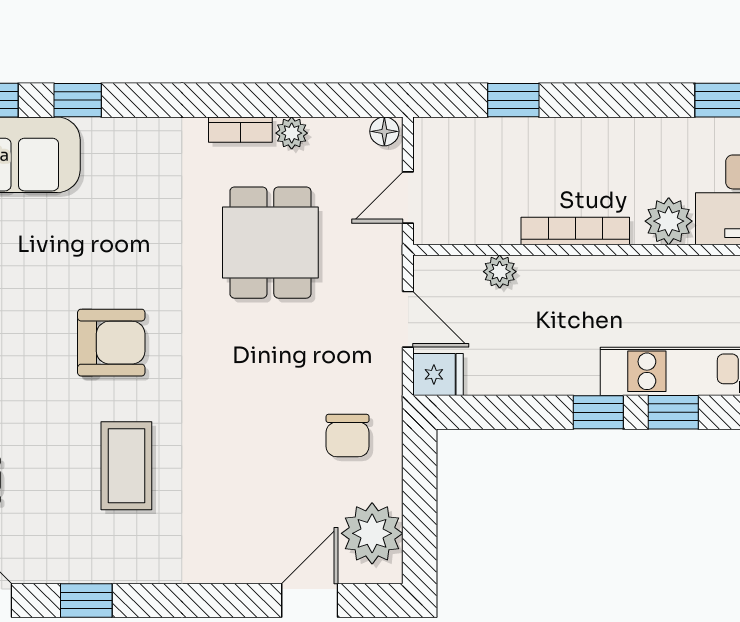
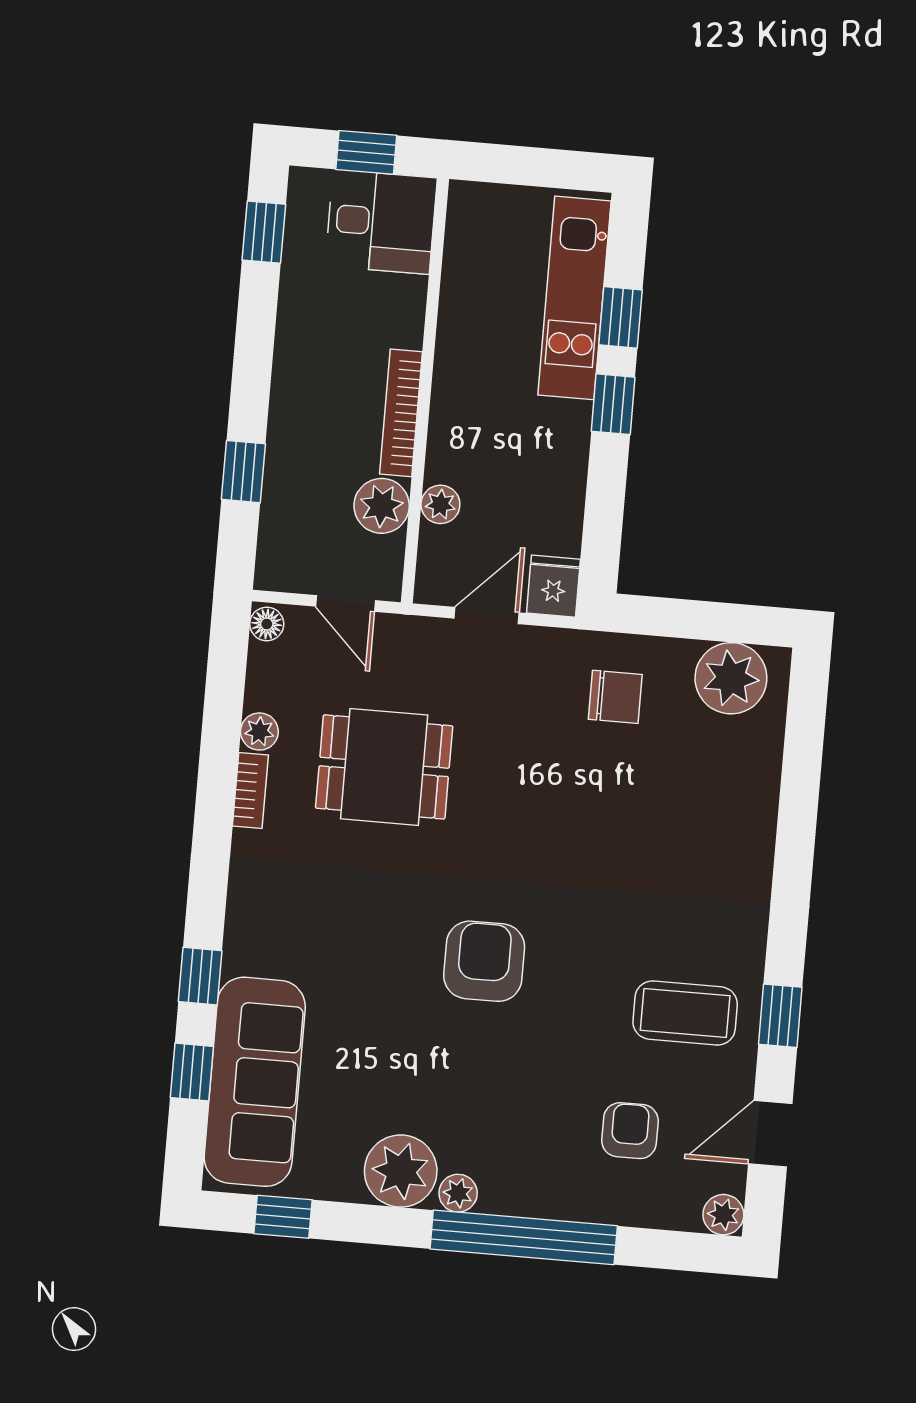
plant: (669, 221) -> (382, 506), moved
coffee table: (126, 466) -> (685, 1013), moved
door: (310, 600) -> (802, 757), removed

